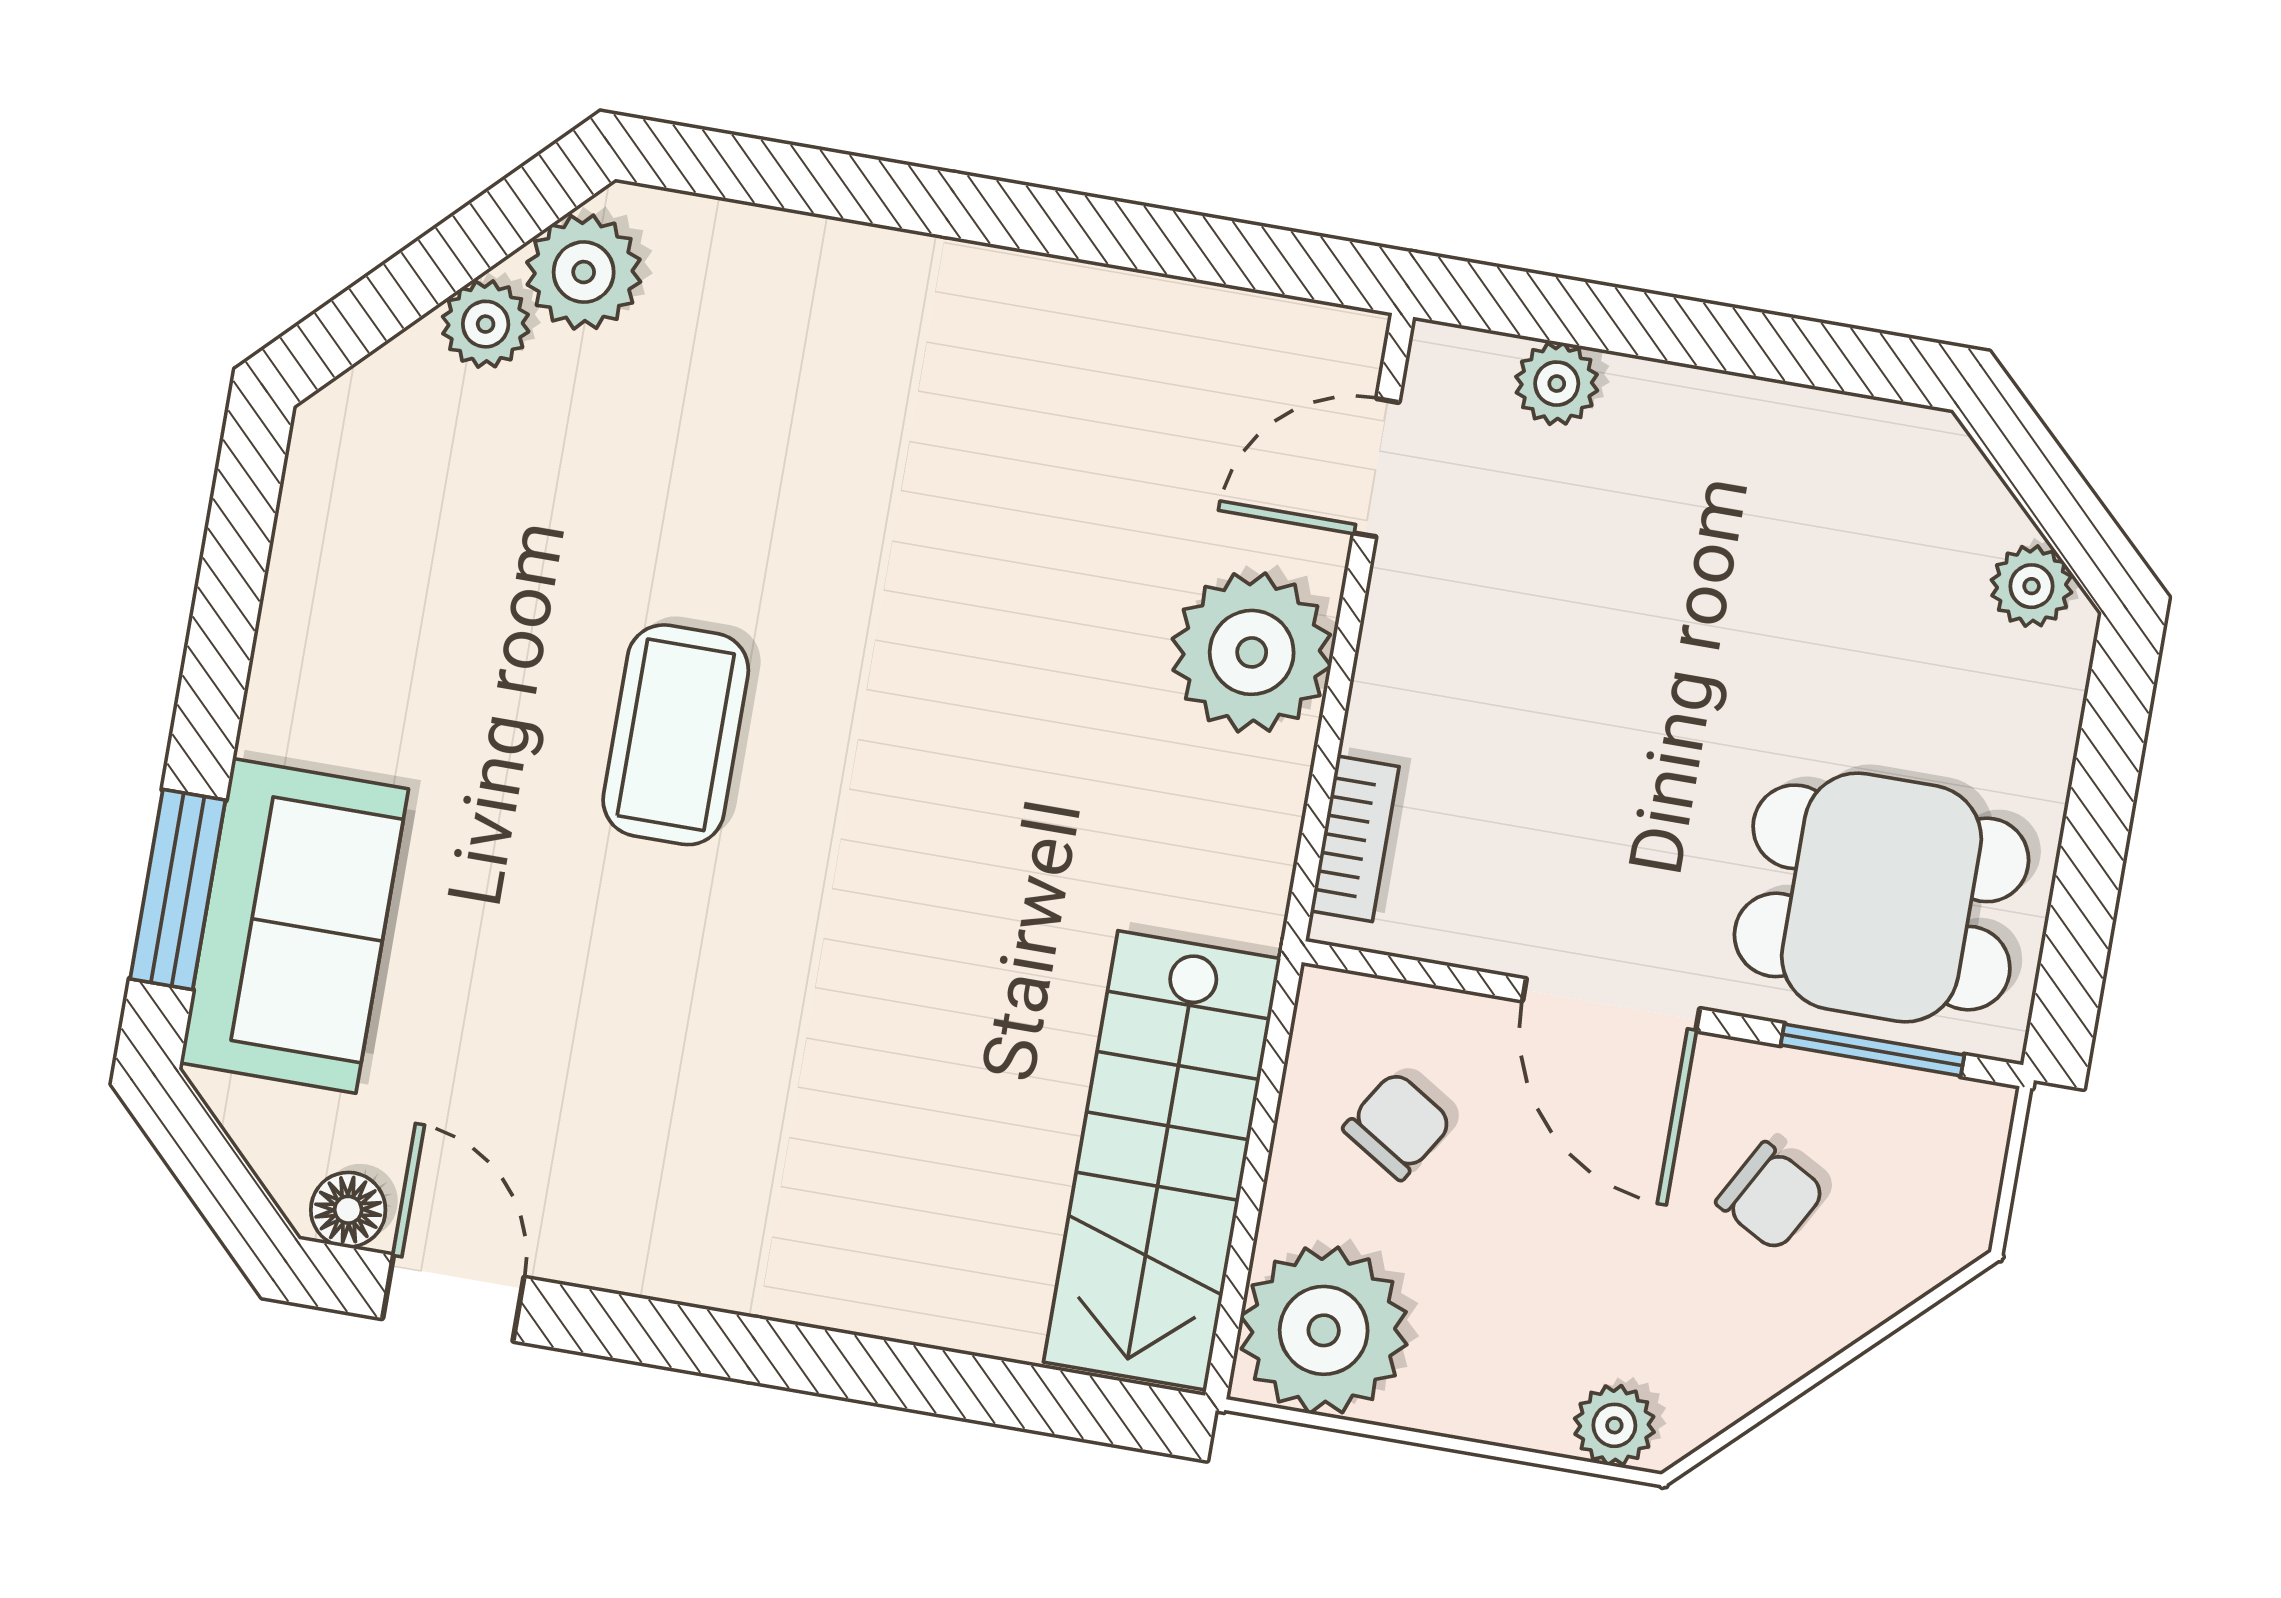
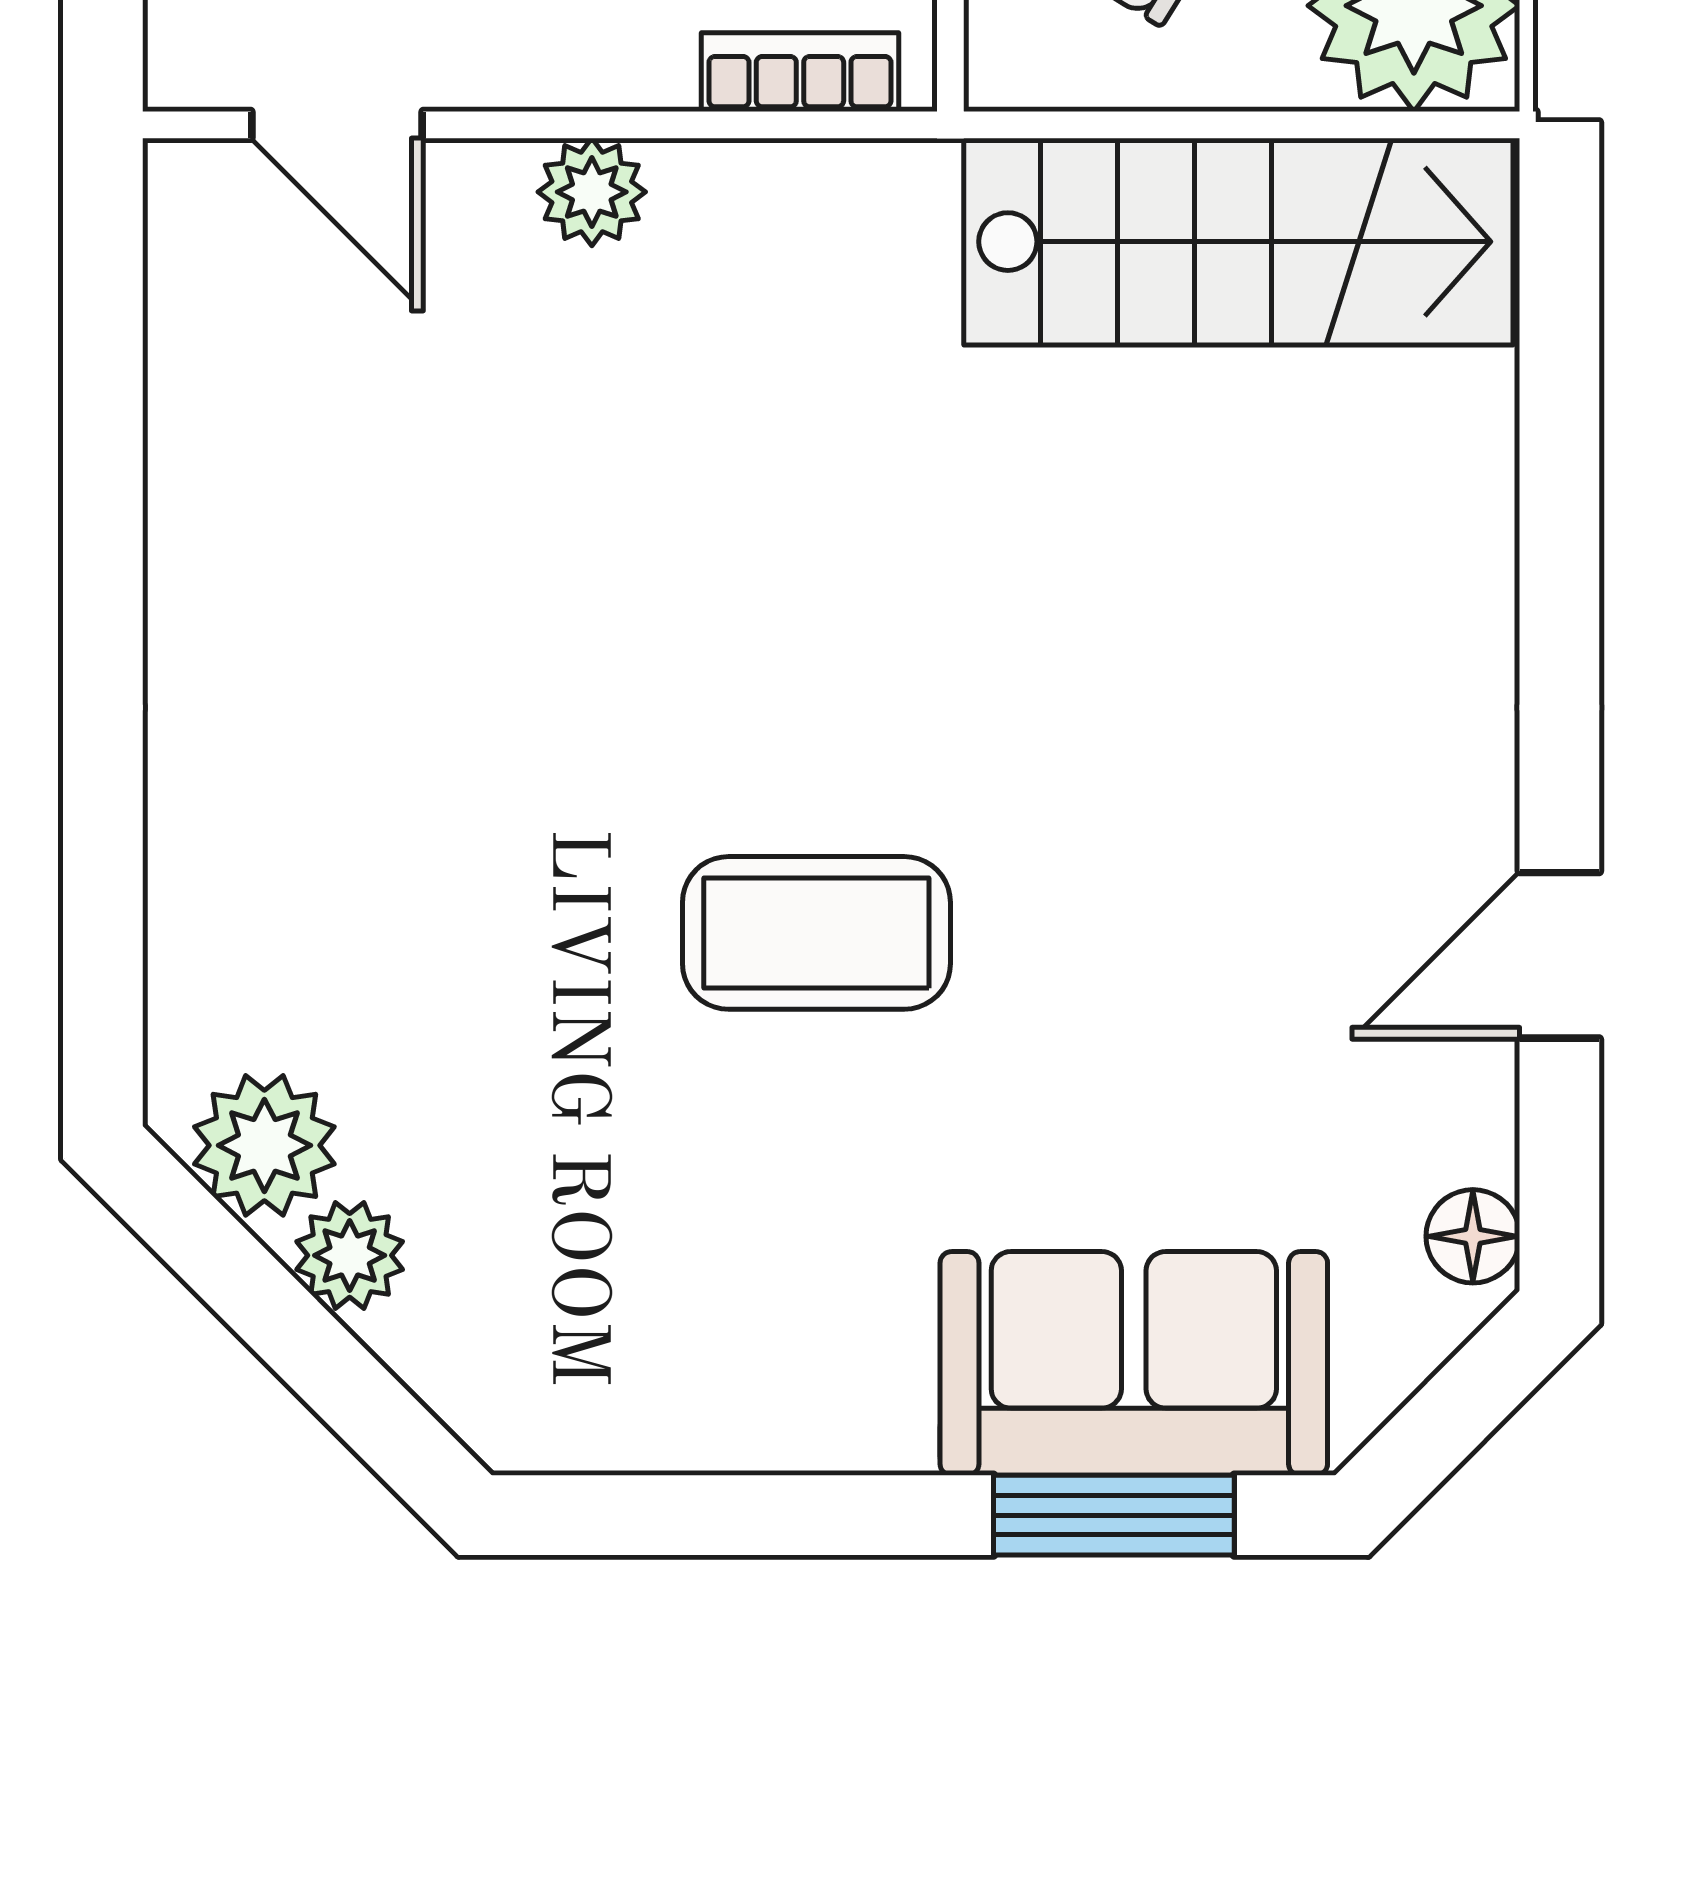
plant: (1252, 652) -> (592, 192), width x0.53, depth x0.53
door: (453, 1298) -> (1559, 955), moved

